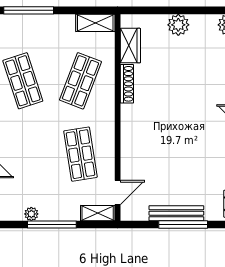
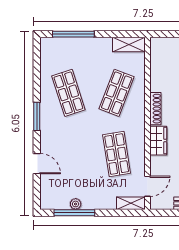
wardrobe: (130, 46) -> (158, 141), moved
shoe rack: (127, 84) -> (155, 109), moved
window: (52, 224) -> (74, 213), moved

